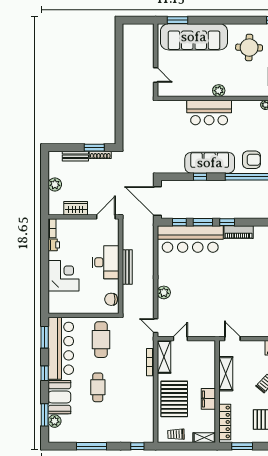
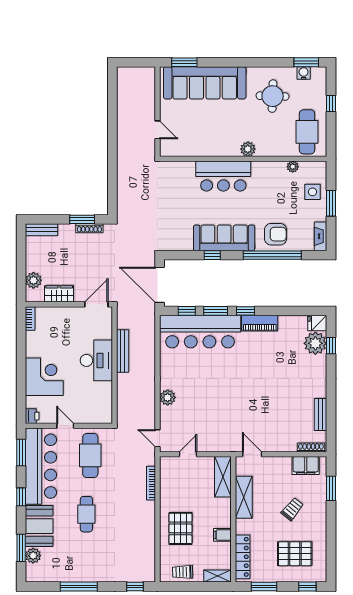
plant: (219, 91) -> (248, 149), moved
bench: (75, 156) -> (41, 230), moved
plant: (55, 184) -> (33, 280), moved
printer: (54, 245) -> (32, 416), moved
bench: (127, 267) -> (123, 351), moved
chair: (111, 299) -> (103, 406), removed
door: (81, 315) -> (65, 426), added
shelving: (164, 357) -> (223, 477), moved
pallet: (174, 399) -> (180, 528), width x0.73, depth x0.71
filing cabinet: (208, 399) -> (222, 535), width x0.50

